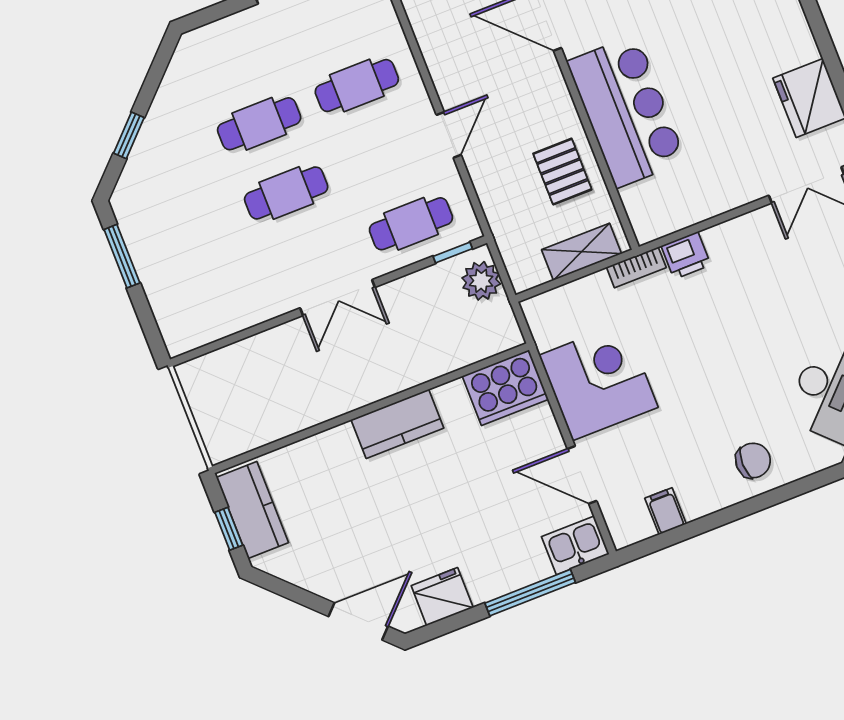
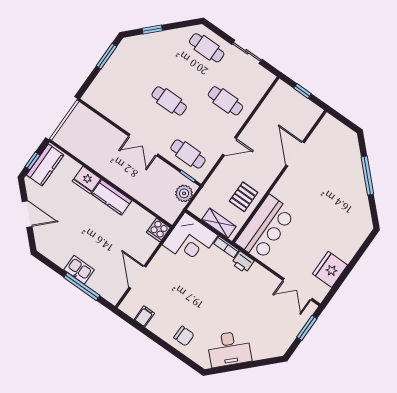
bar counter: (626, 111) -> (265, 228), moved
cafe table: (259, 124) -> (207, 48), moved
corner desk: (599, 381) -> (190, 240), moved, turned 90
cooker: (505, 388) -> (158, 230), width x0.53, depth x0.76
kitchen sink: (575, 545) -> (79, 270), moved
fridge: (442, 597) -> (87, 180), moved, turned 180
door: (358, 621) -> (27, 214), moved

